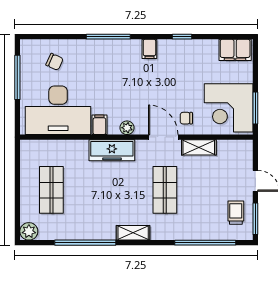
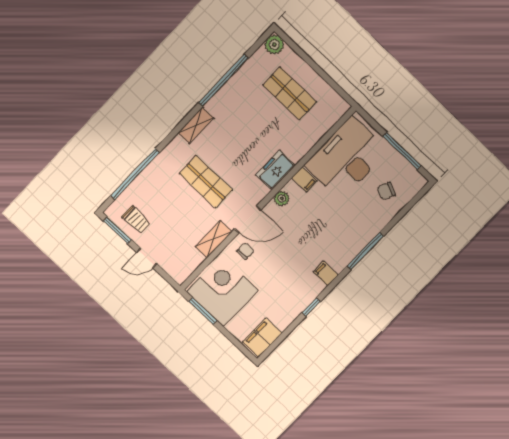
freezer: (112, 150) -> (276, 170), width x0.71

